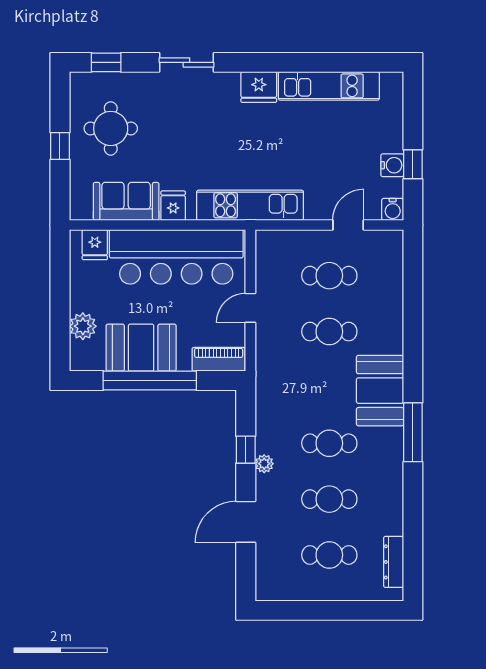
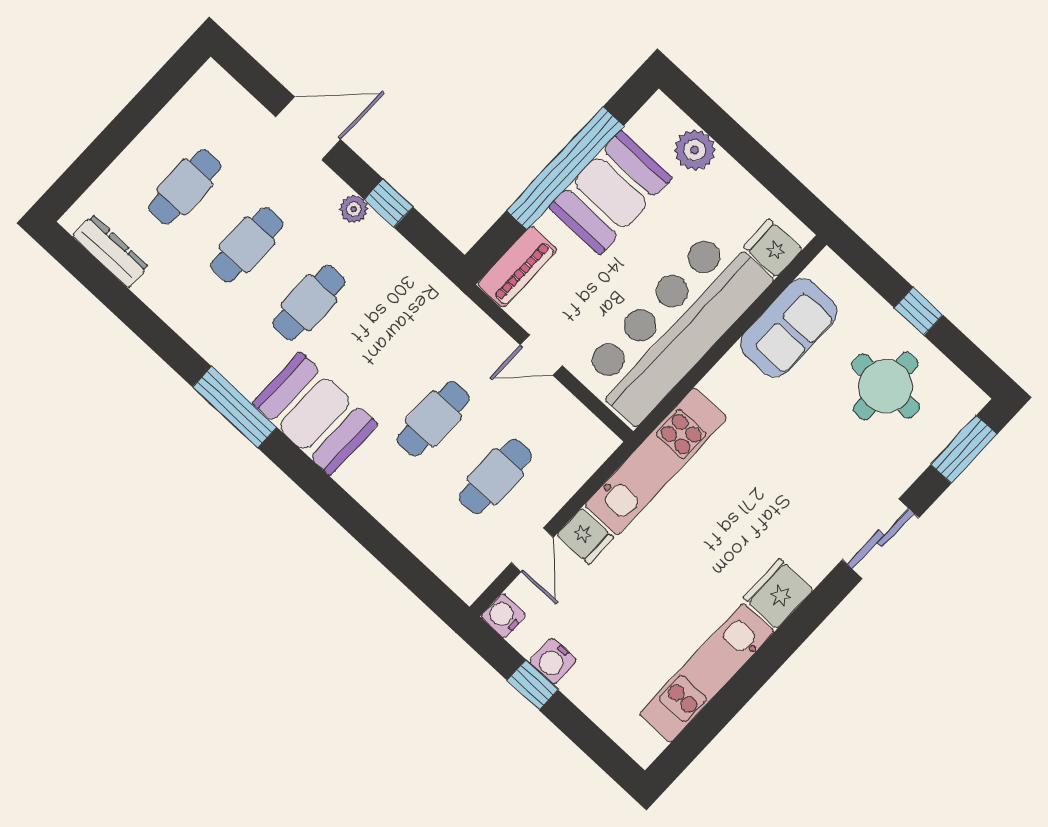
window: (106, 62) -> (964, 449), width x1.50
fridge: (173, 206) -> (585, 536), moved
door: (250, 308) -> (541, 355), swing flipped
door: (246, 522) -> (308, 128), hinge flipped

